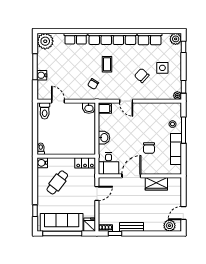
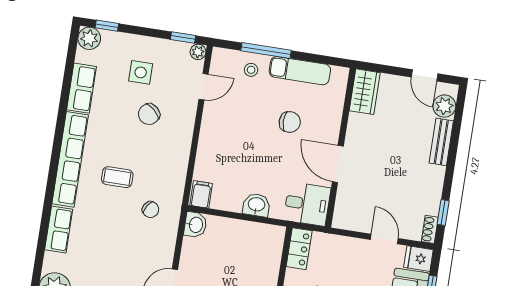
door: (126, 101) -> (203, 87), moved
wardrobe: (156, 184) -> (365, 92), moved
door: (97, 193) -> (384, 239), moved
bench: (132, 227) -> (441, 142), moved

